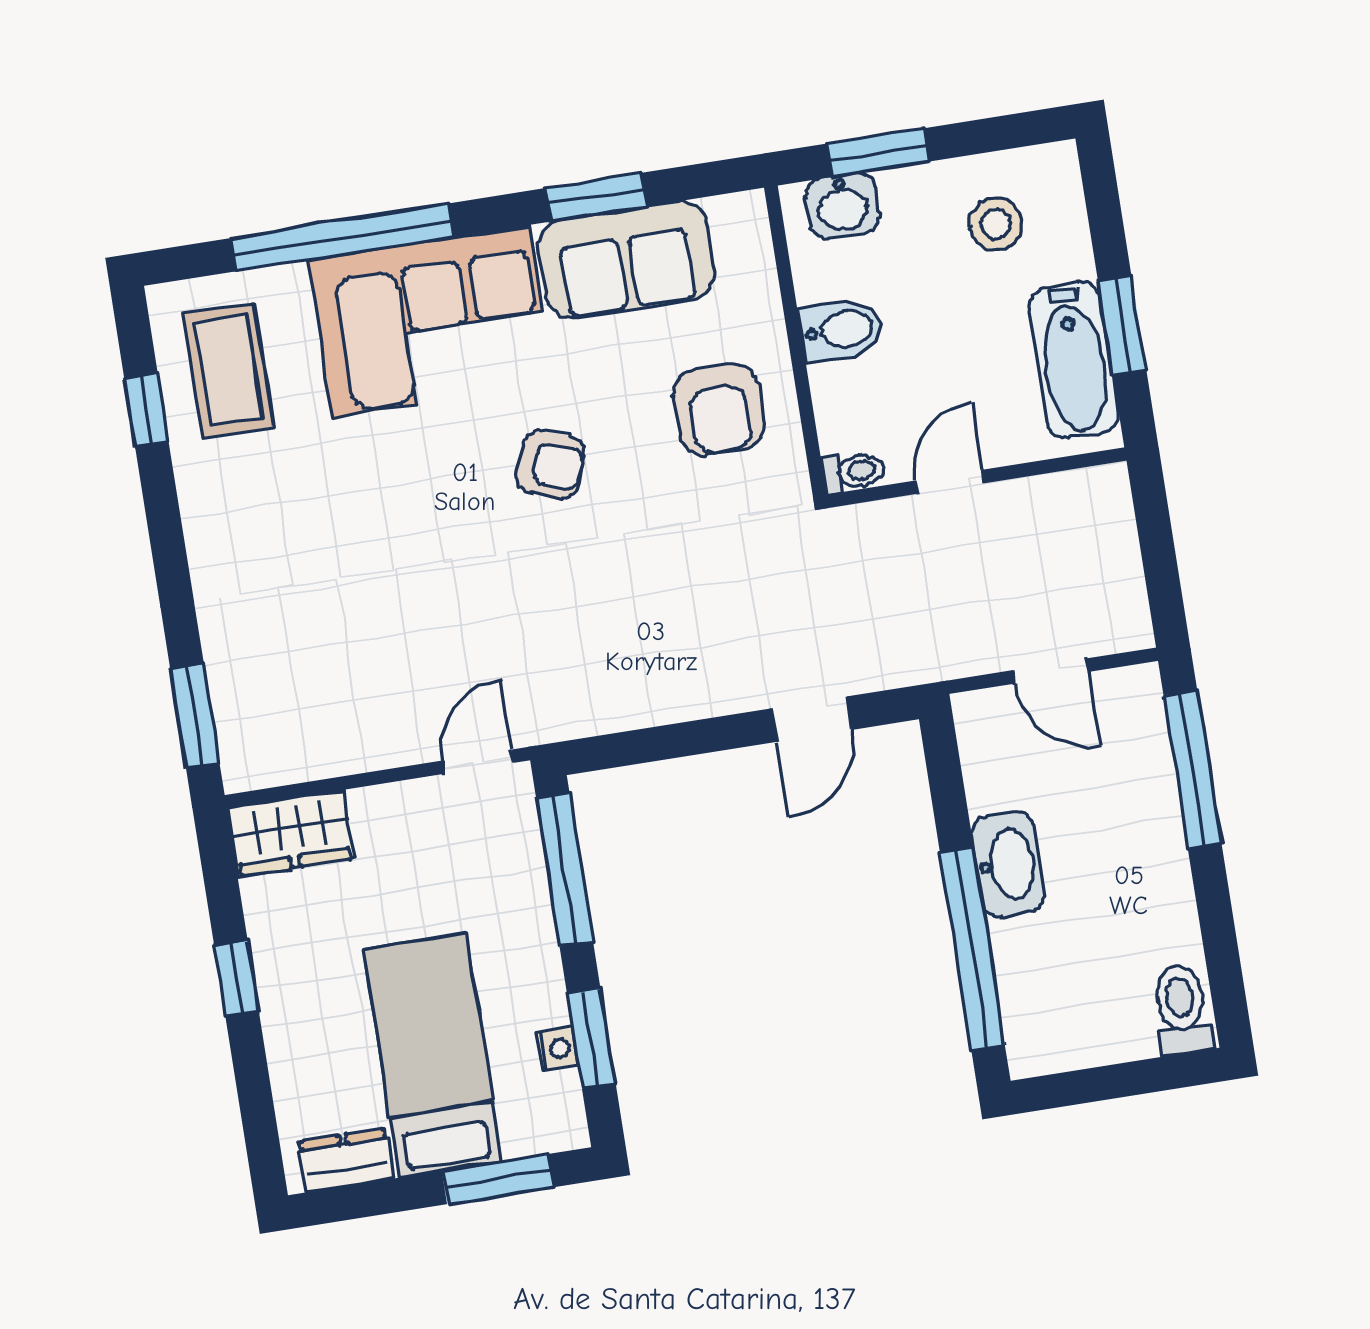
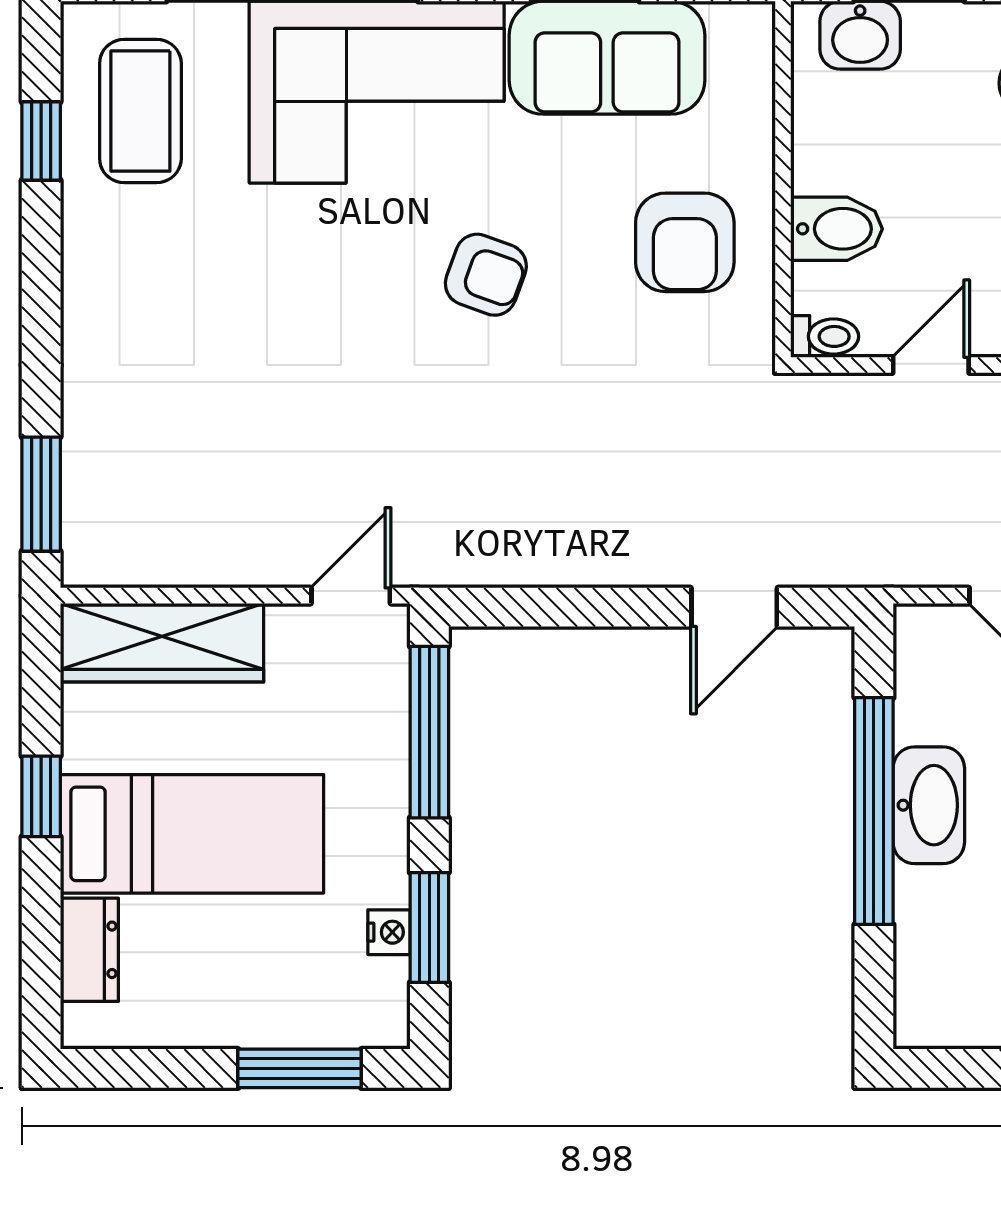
bidet: (841, 330) -> (836, 229), moved
wardrobe: (291, 833) -> (162, 643), width x1.50
window: (972, 949) -> (874, 811), moved
bed: (433, 1055) -> (192, 834), moved, turned 90
dresser: (346, 1160) -> (89, 950), moved, turned 90

